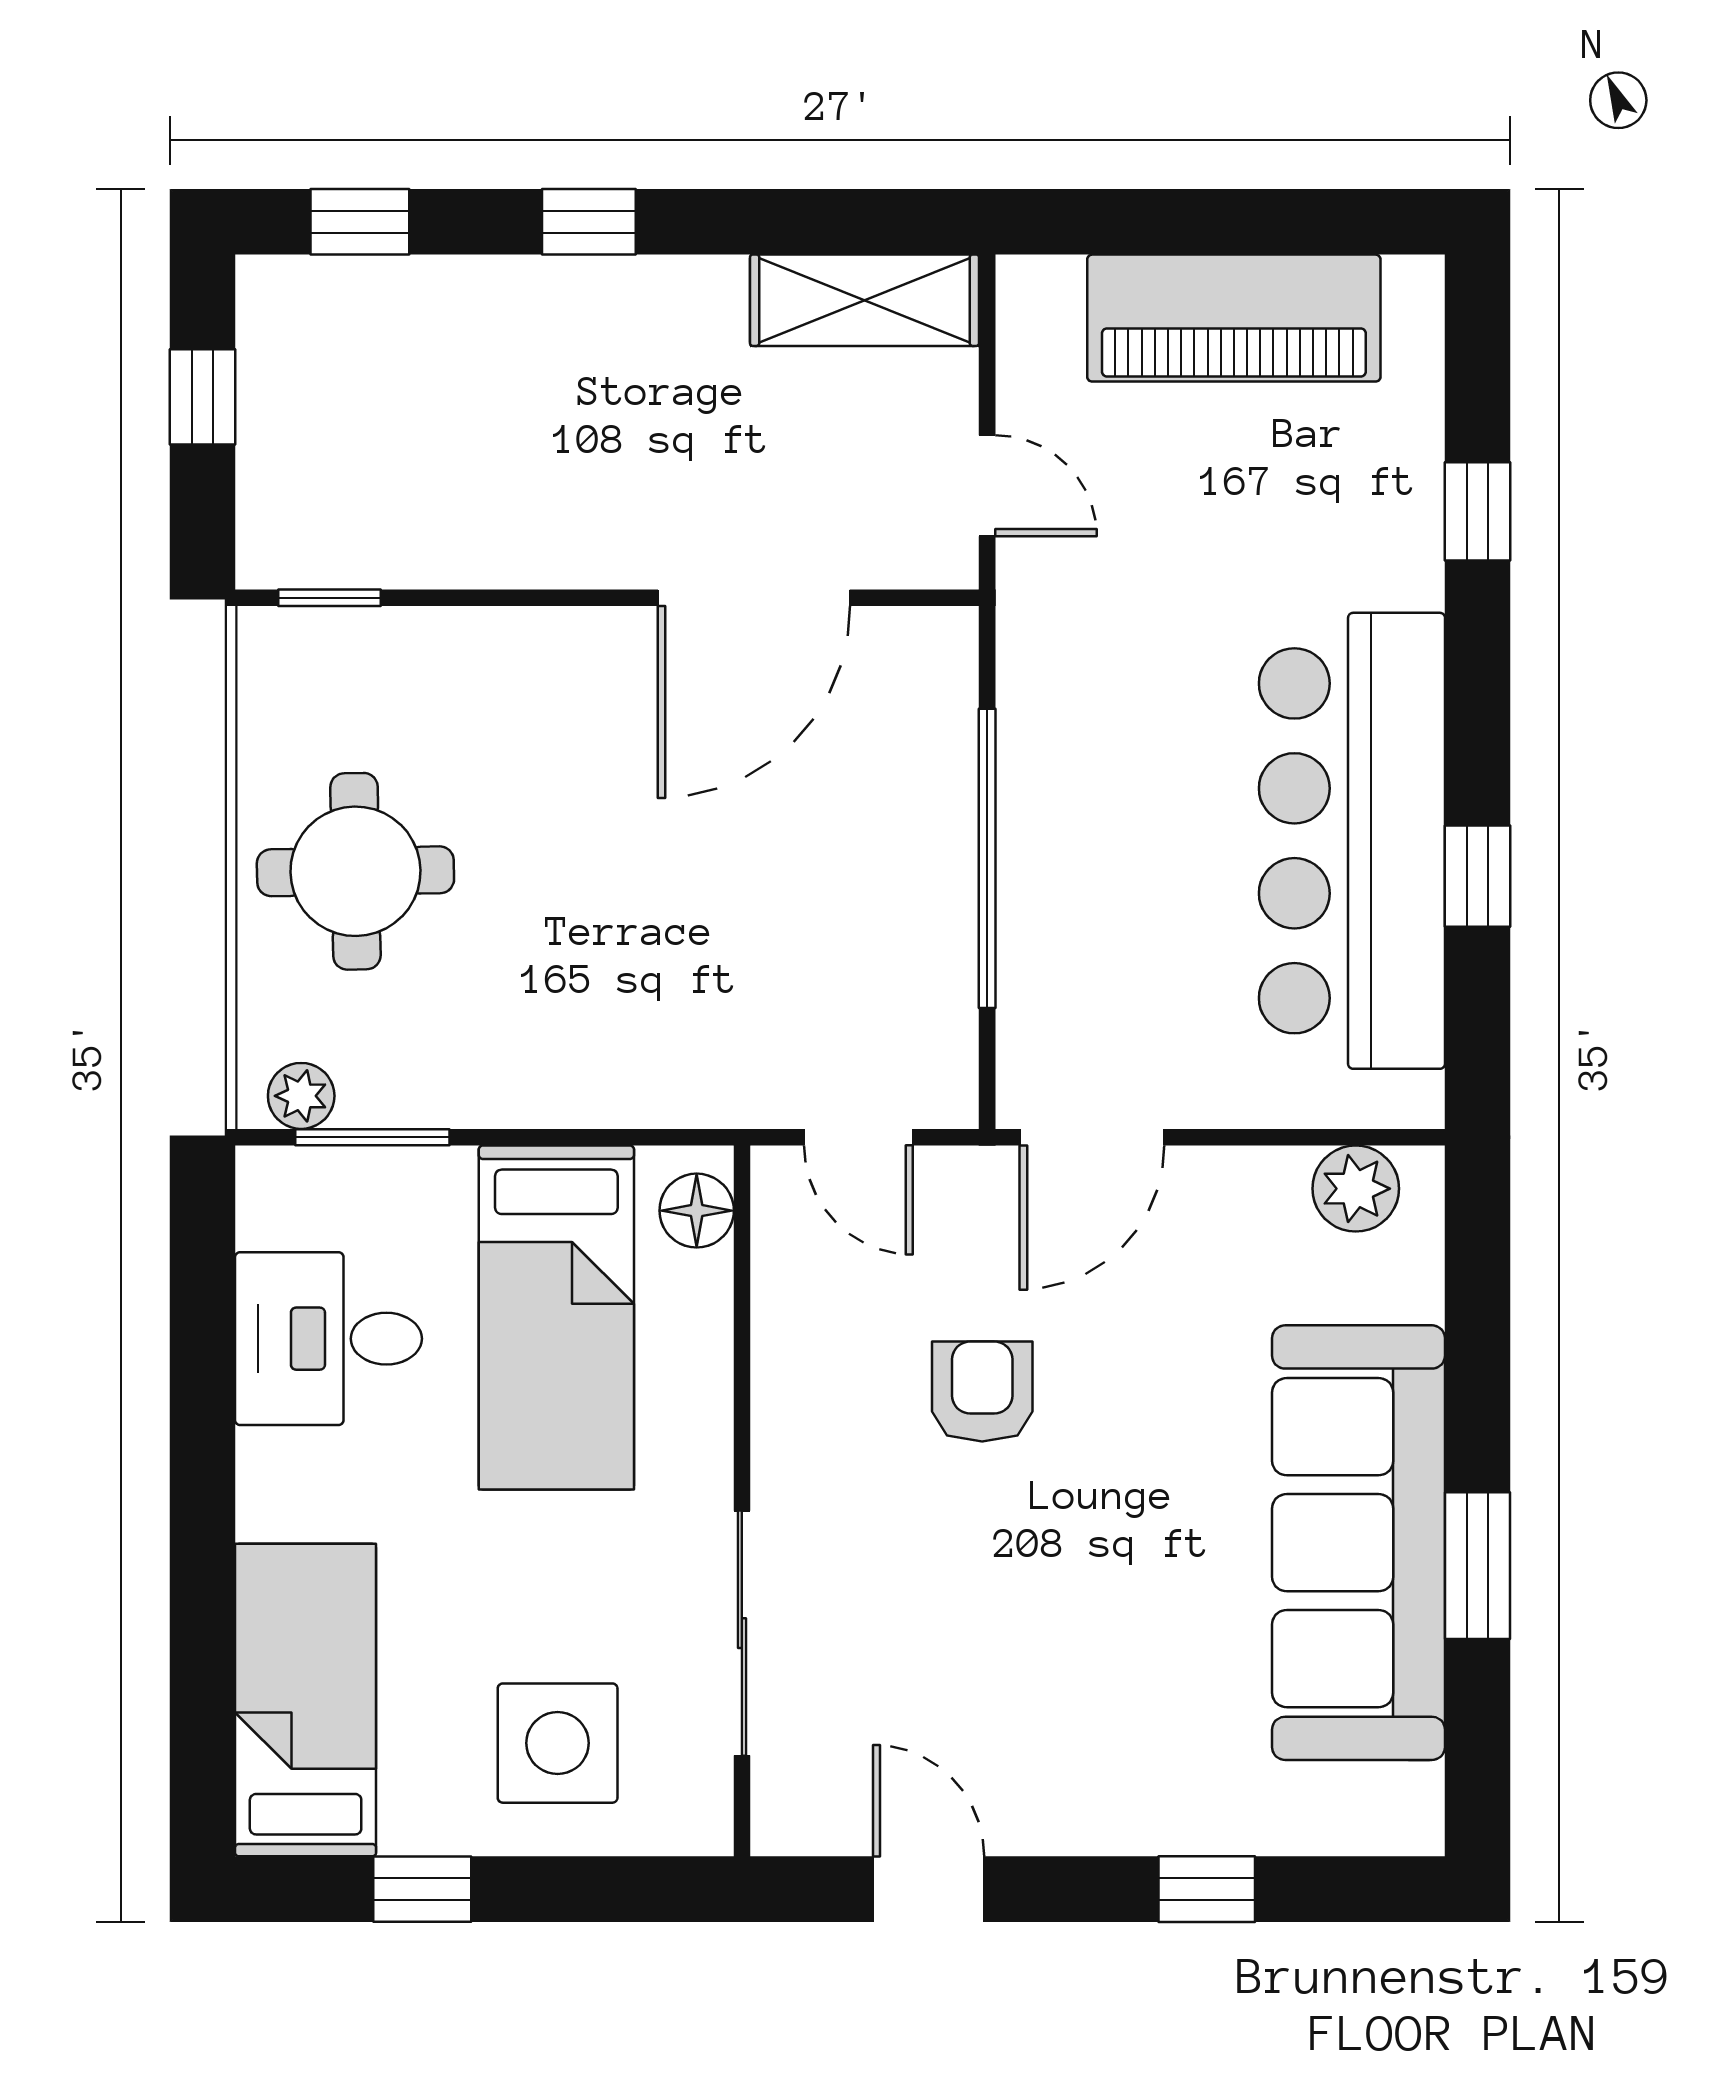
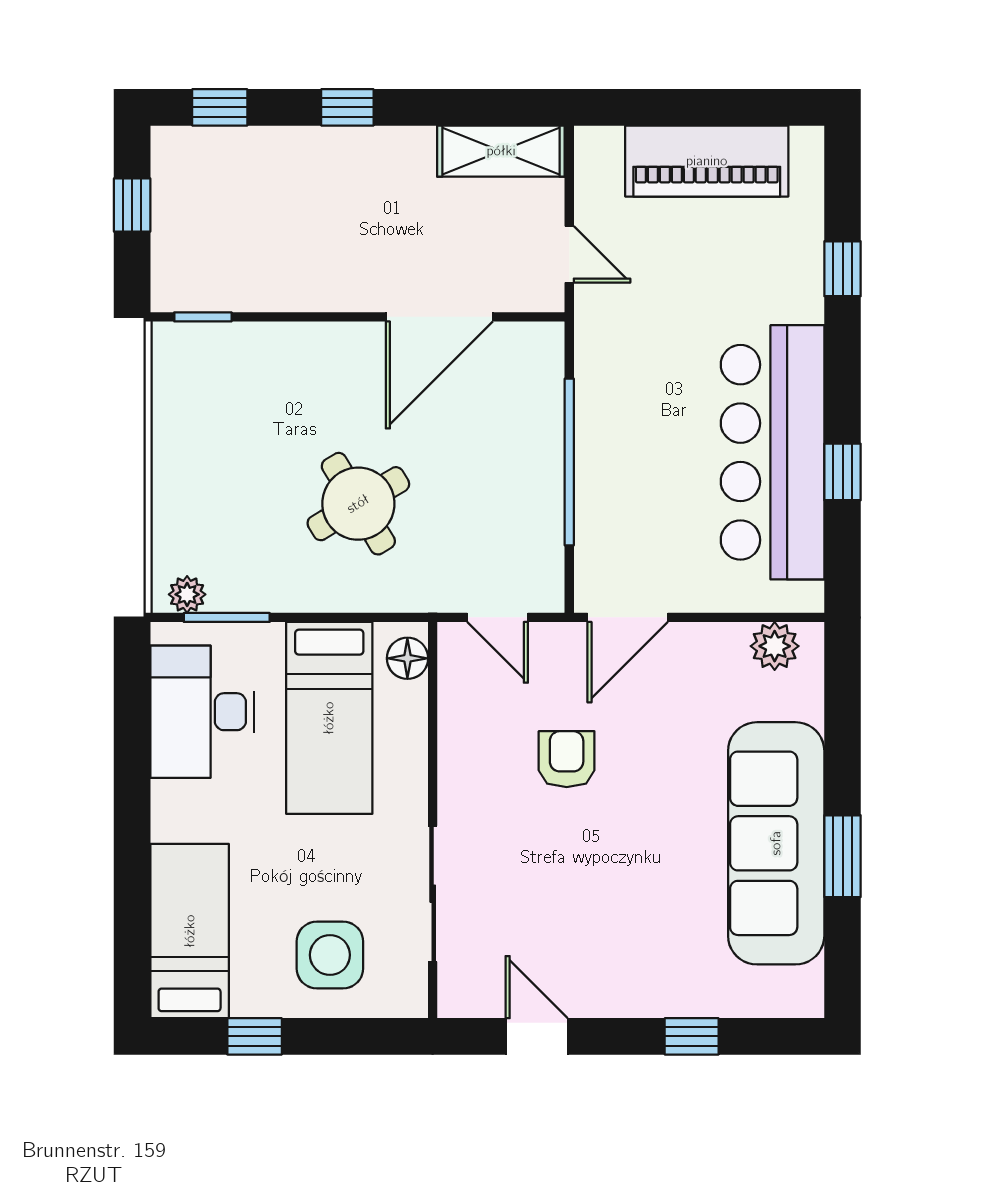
round table: (355, 871) -> (358, 504), moved, turned -30
desk: (328, 1339) -> (202, 712), width x1.37

